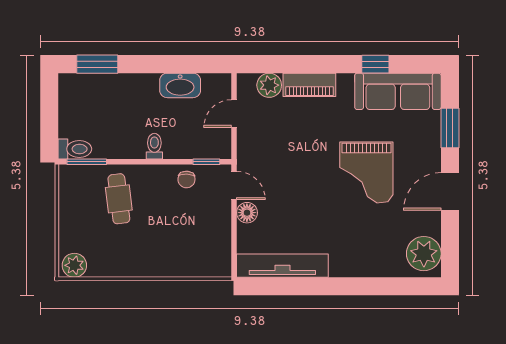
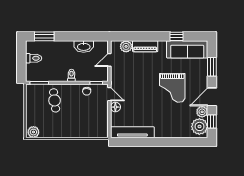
toilet: (75, 149) -> (34, 58), moved
plant: (429, 223) -> (202, 112), added
window: (450, 243) -> (212, 121), added

